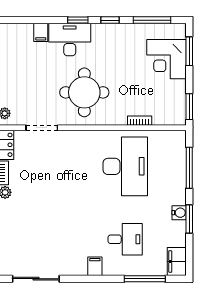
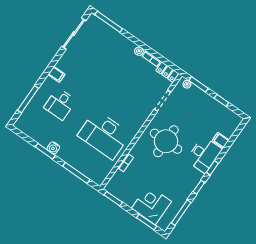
filing cabinet: (177, 262) -> (25, 126), removed

